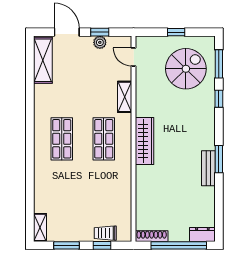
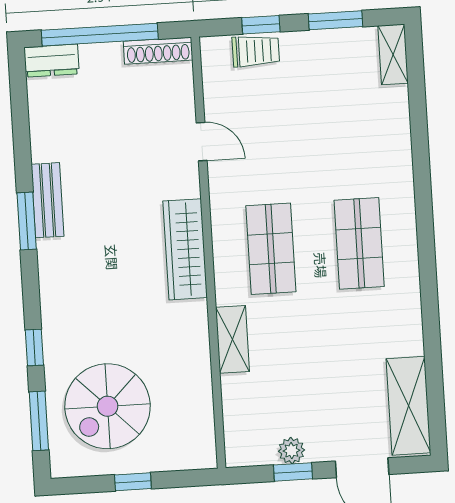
door: (134, 57) -> (202, 142), moved

